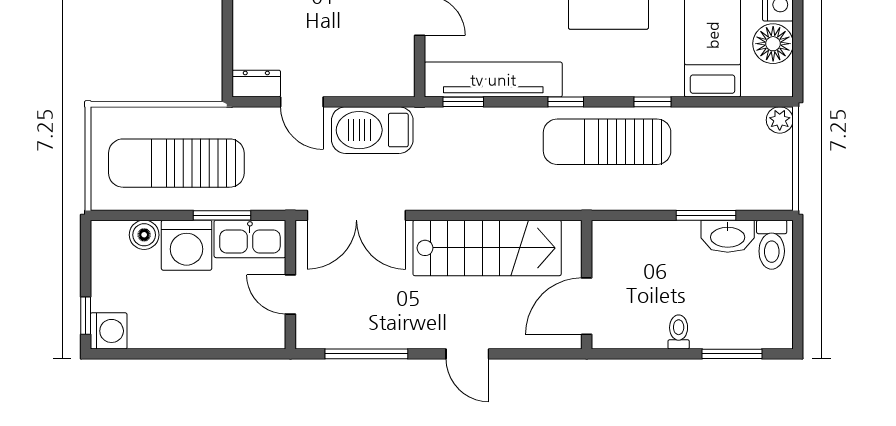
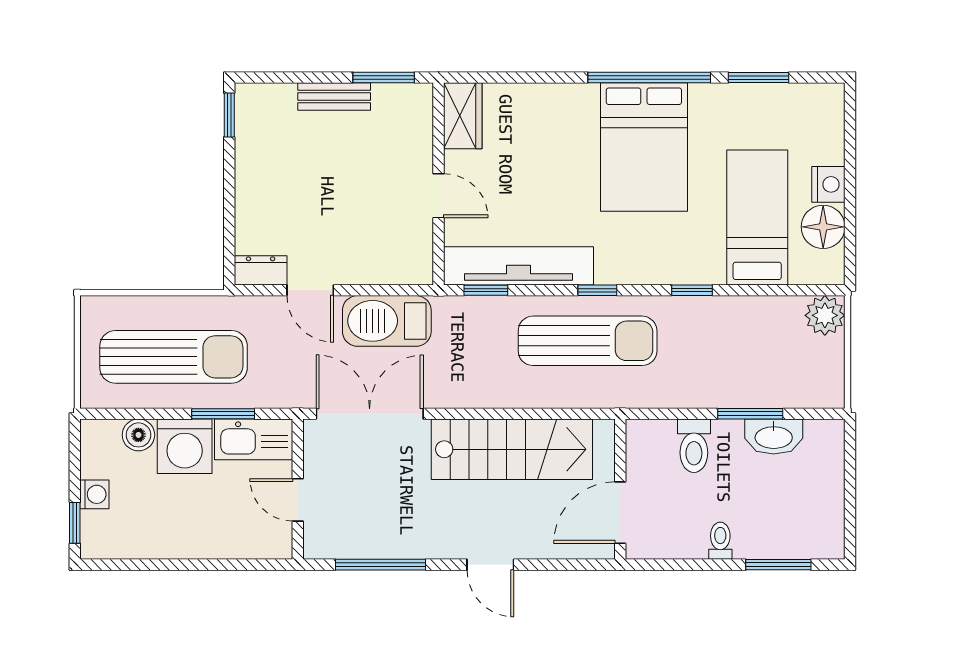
plant: (780, 120) -> (825, 315), width x1.38, depth x1.38
sun lounger: (607, 142) -> (588, 341), moved, turned 180
sun lounger: (176, 163) -> (174, 357), turned 180
double door: (356, 215) -> (370, 414), swing flipped
toilet: (772, 245) -> (694, 446), moved
washing machine: (109, 331) -> (94, 494), moved, width x0.73, depth x0.73

